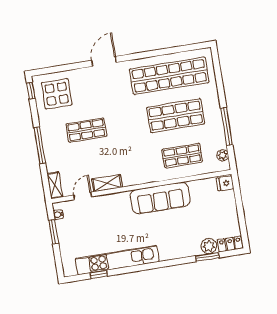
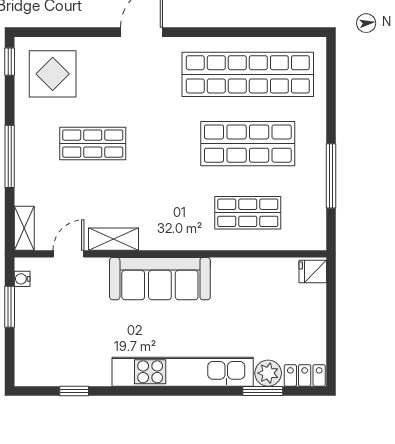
plant: (223, 155) -> (316, 223), removed
sofa: (160, 198) -> (160, 279), moved
kitchen unit: (117, 260) -> (183, 372), moved

